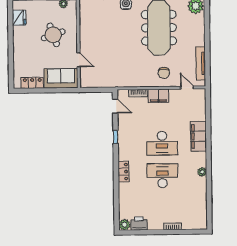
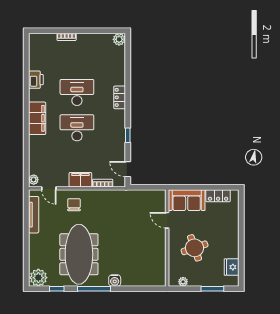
filing cabinet: (198, 136) -> (37, 118), moved
plant: (202, 172) -> (34, 180), moved
desk: (162, 176) -> (77, 92), turned 180
printer: (139, 224) -> (36, 80), moved, turned -90

